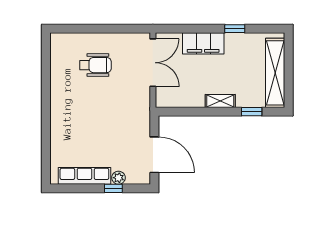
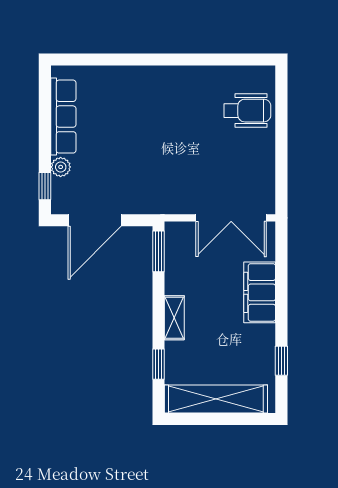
window: (235, 29) -> (281, 361), moved
wheelchair: (95, 65) -> (247, 111), moved, turned -90
window: (175, 112) -> (158, 251), added
window: (113, 188) -> (45, 186), moved

